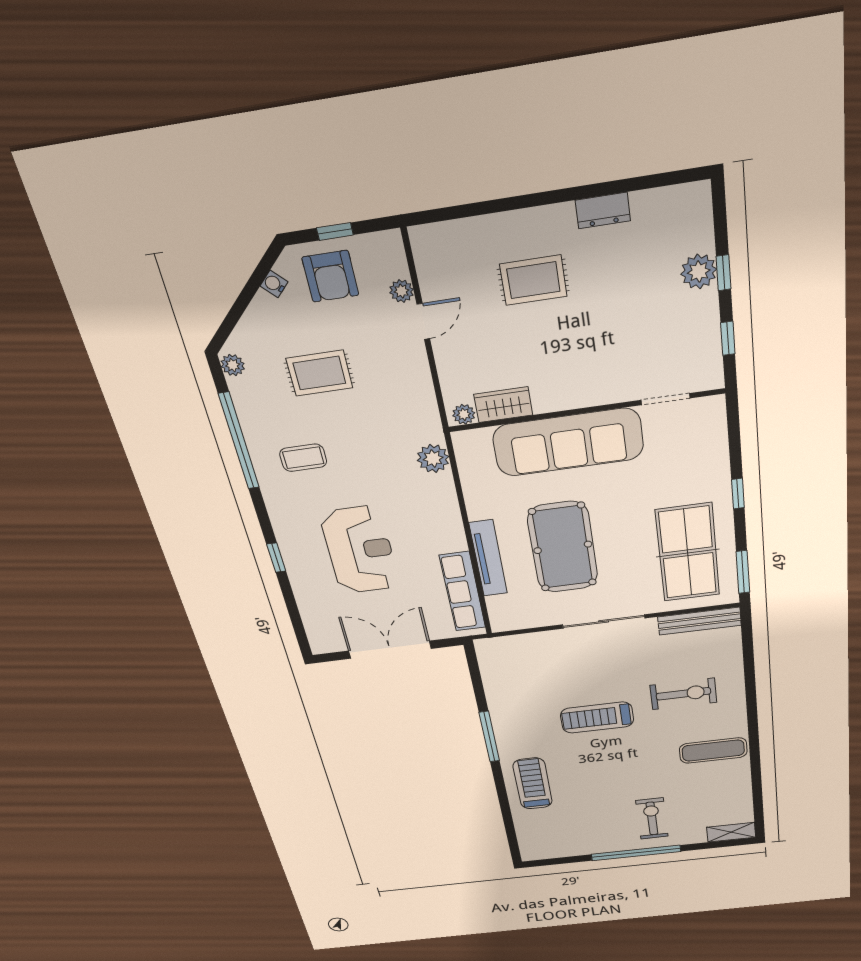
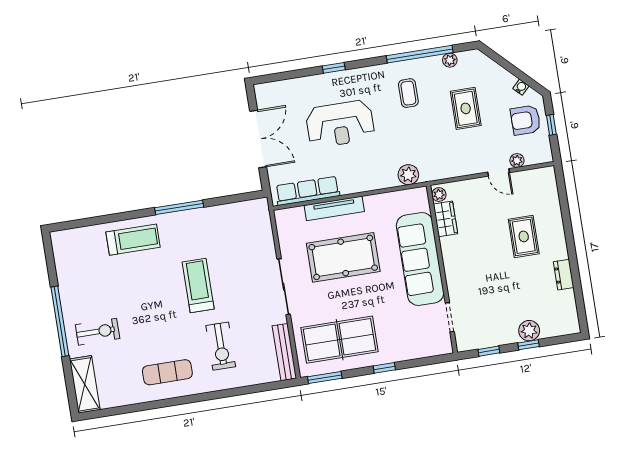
plant: (233, 365) -> (450, 60), moved
exercise mat: (713, 751) -> (167, 372), turned 90
shelving: (731, 832) -> (85, 384), width x1.50, depth x1.33

